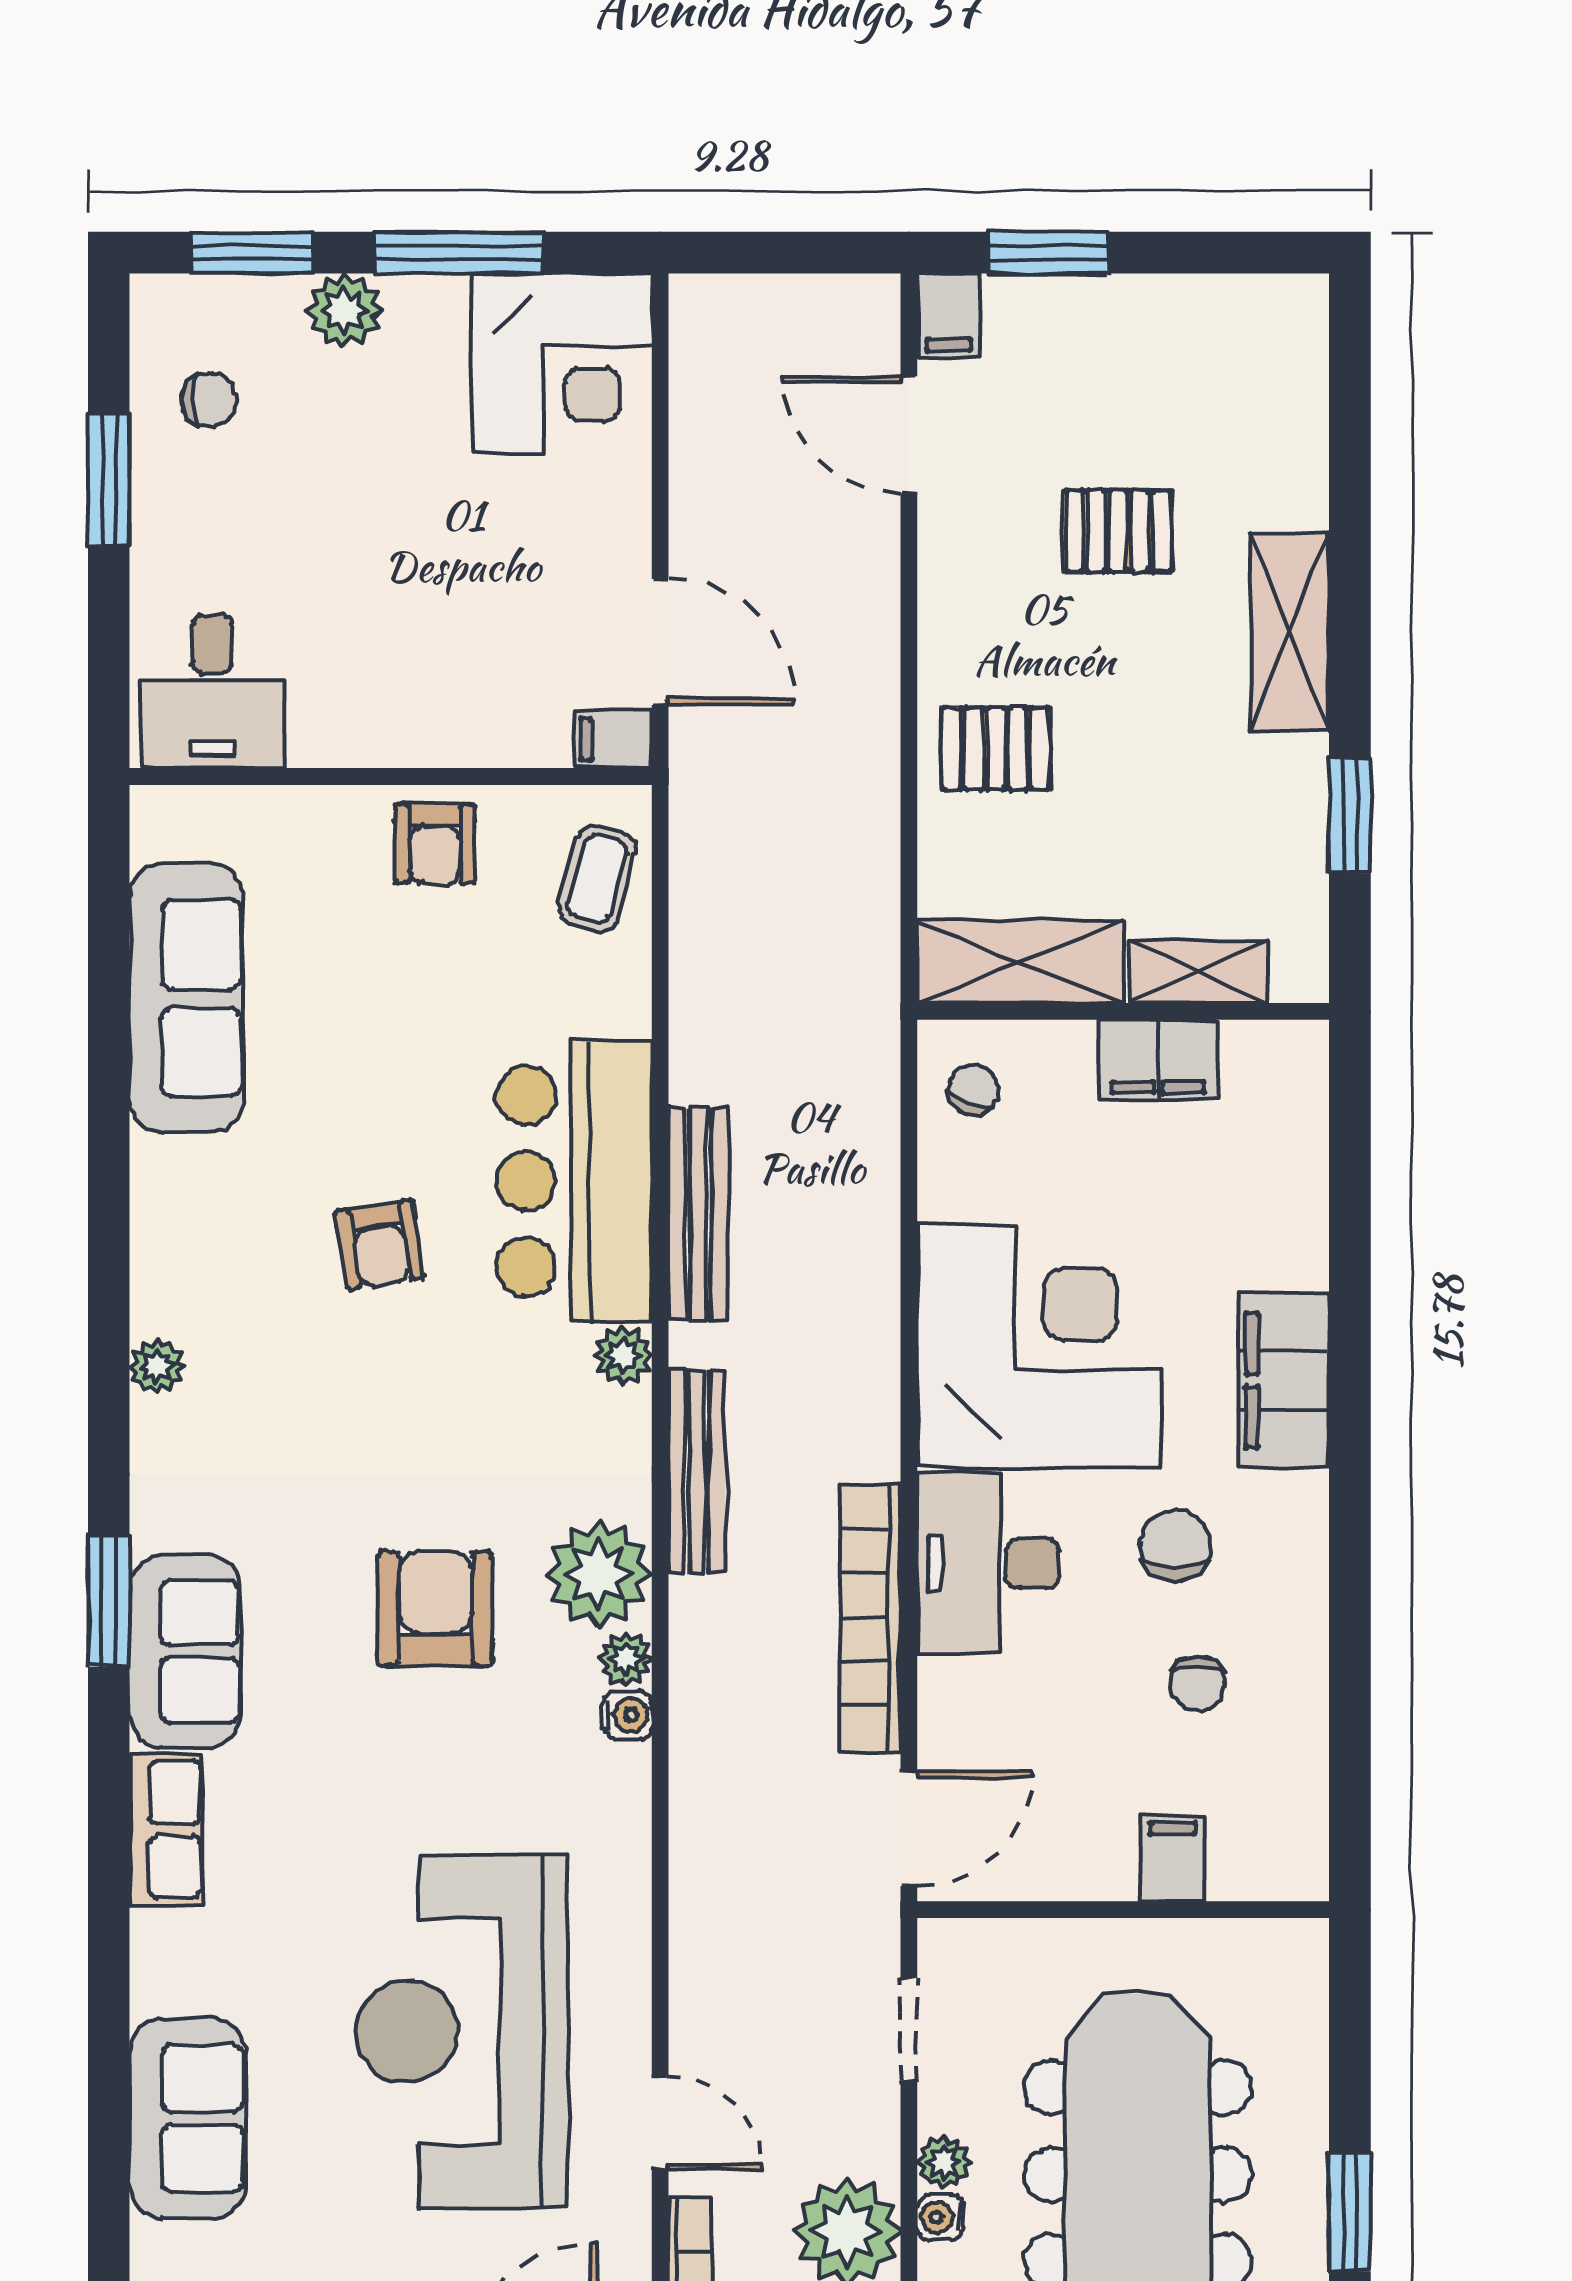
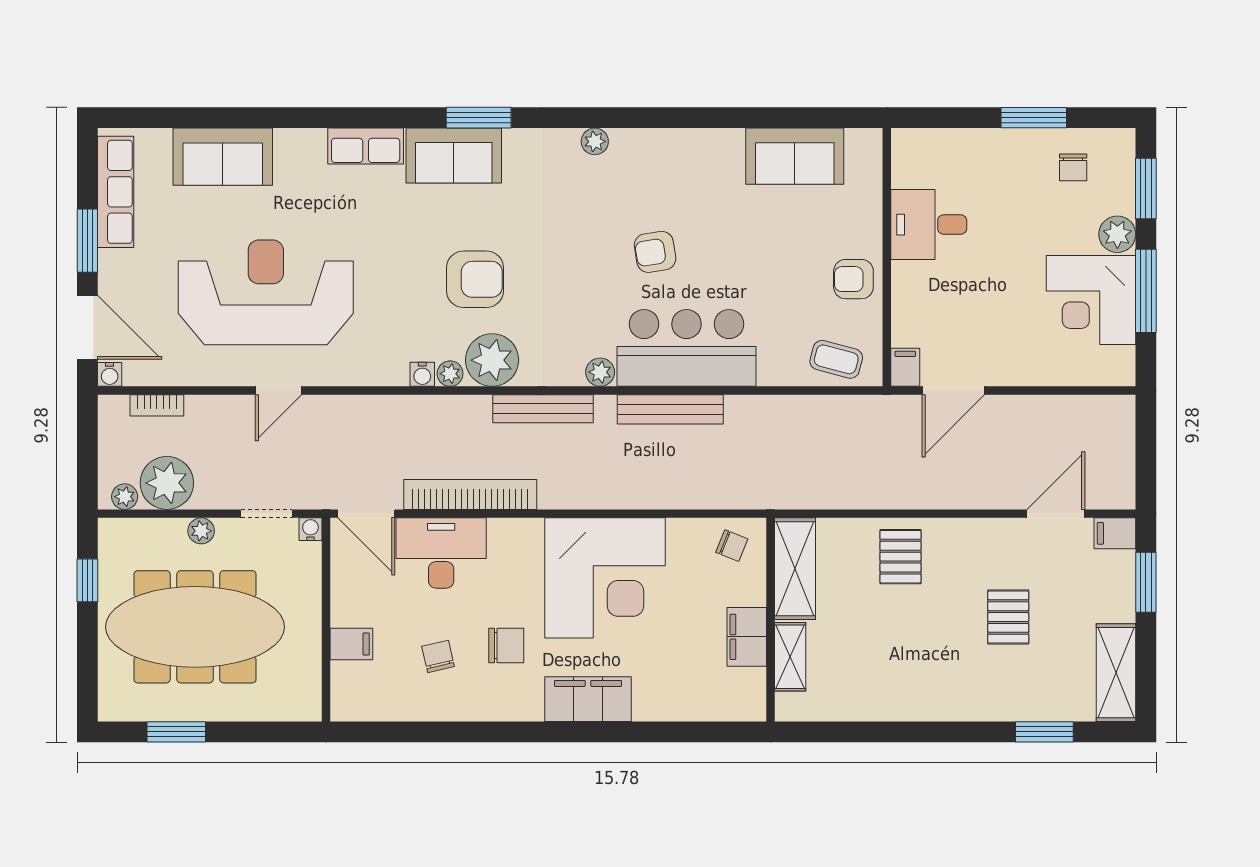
corner desk: (562, 364) -> (1091, 300), moved
shelving: (1289, 632) -> (1116, 673), moved, turned 90
desk: (213, 692) -> (929, 225), moved
window: (1350, 815) -> (1044, 732), moved
sofa: (187, 998) -> (795, 156), width x0.73
desk: (988, 1564) -> (441, 553), moved
chair: (1198, 1683) -> (438, 656), turned 77
door: (660, 2123) -> (278, 391), moved
water cooler: (940, 2217) -> (310, 529), moved

